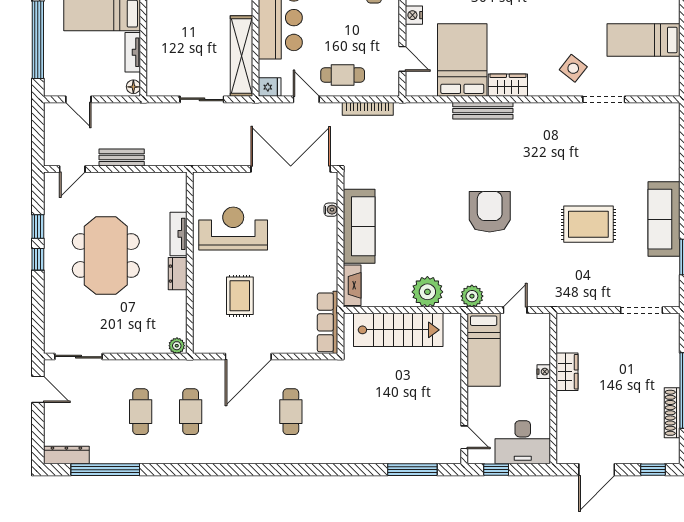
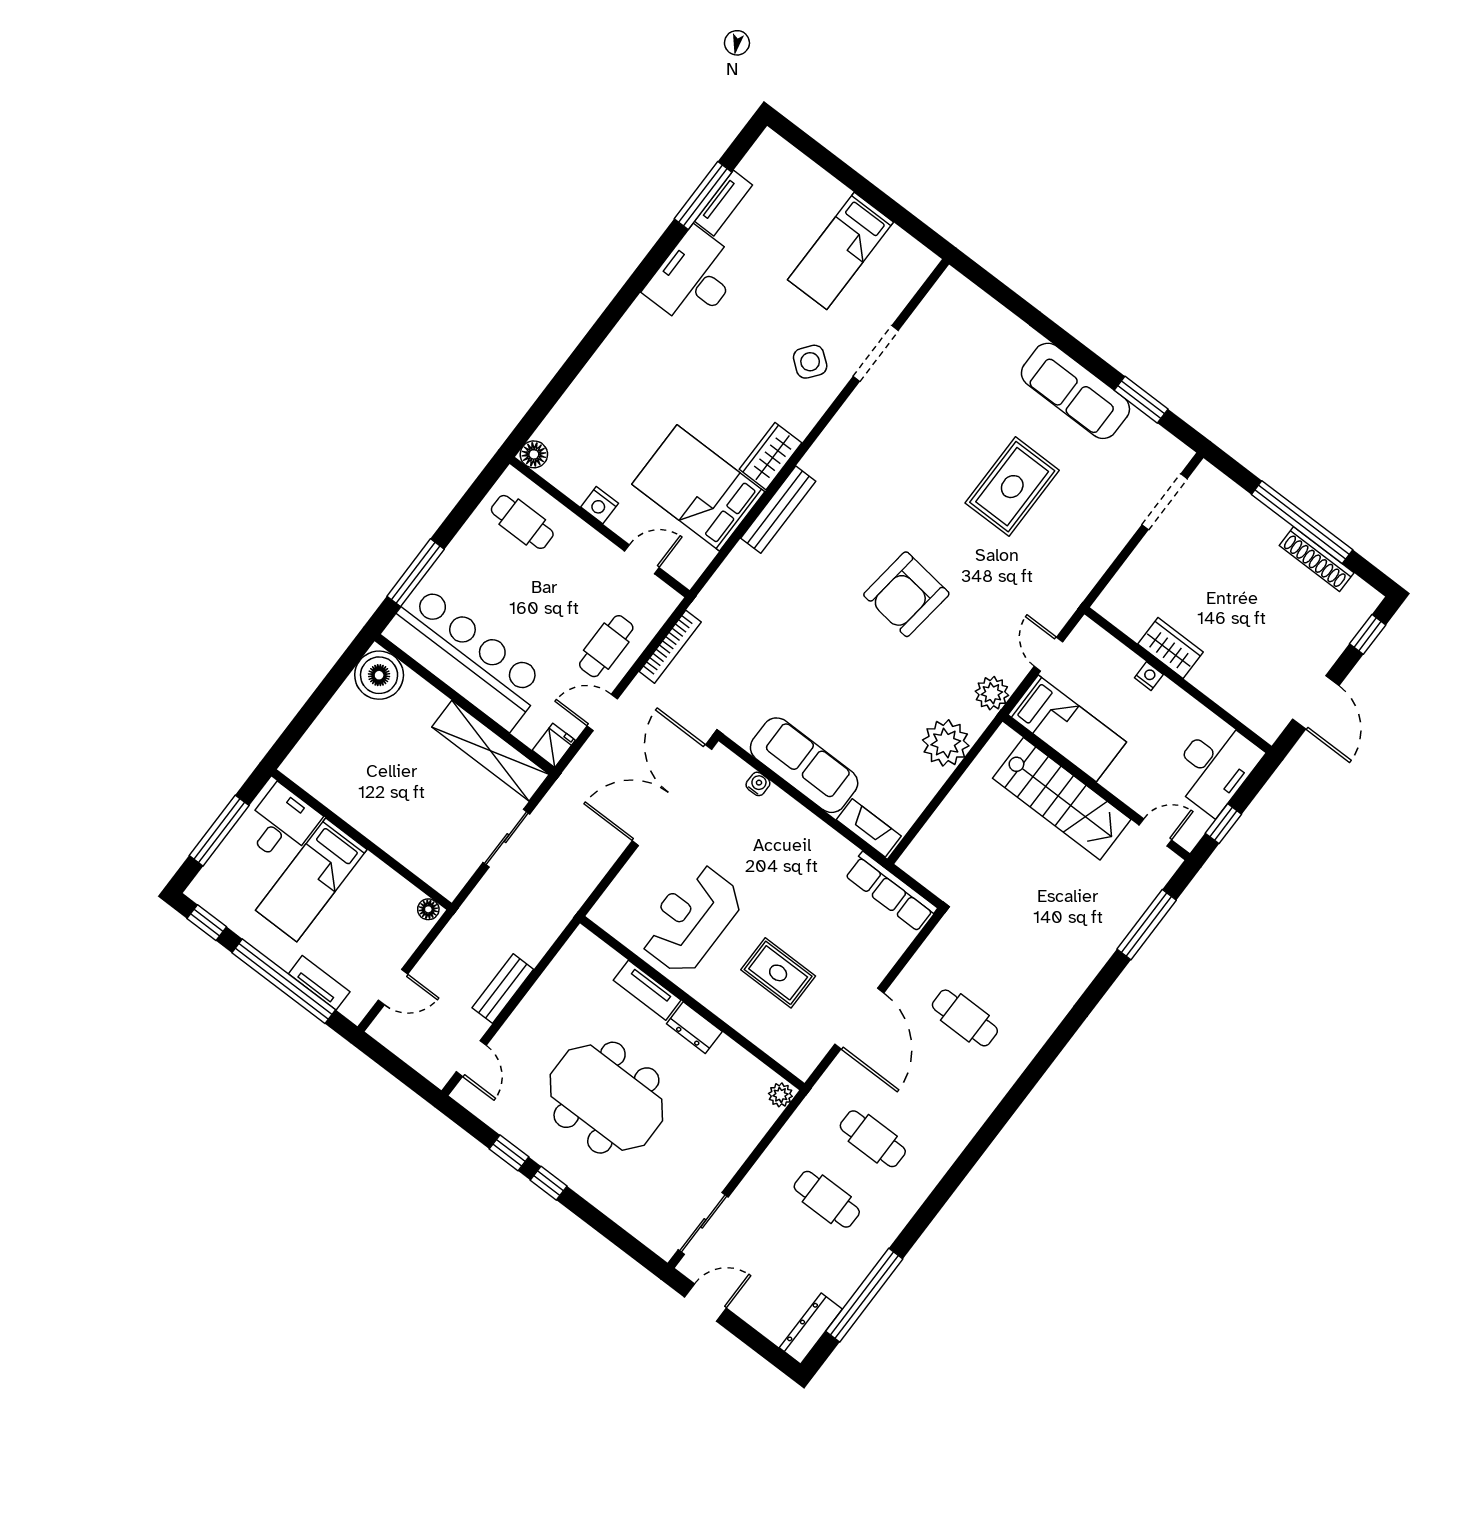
tv unit: (133, 52) -> (319, 983), moved, turned 180
armchair: (490, 212) -> (906, 594), turned -83
stairs: (398, 330) -> (1062, 799), moved, turned 90

